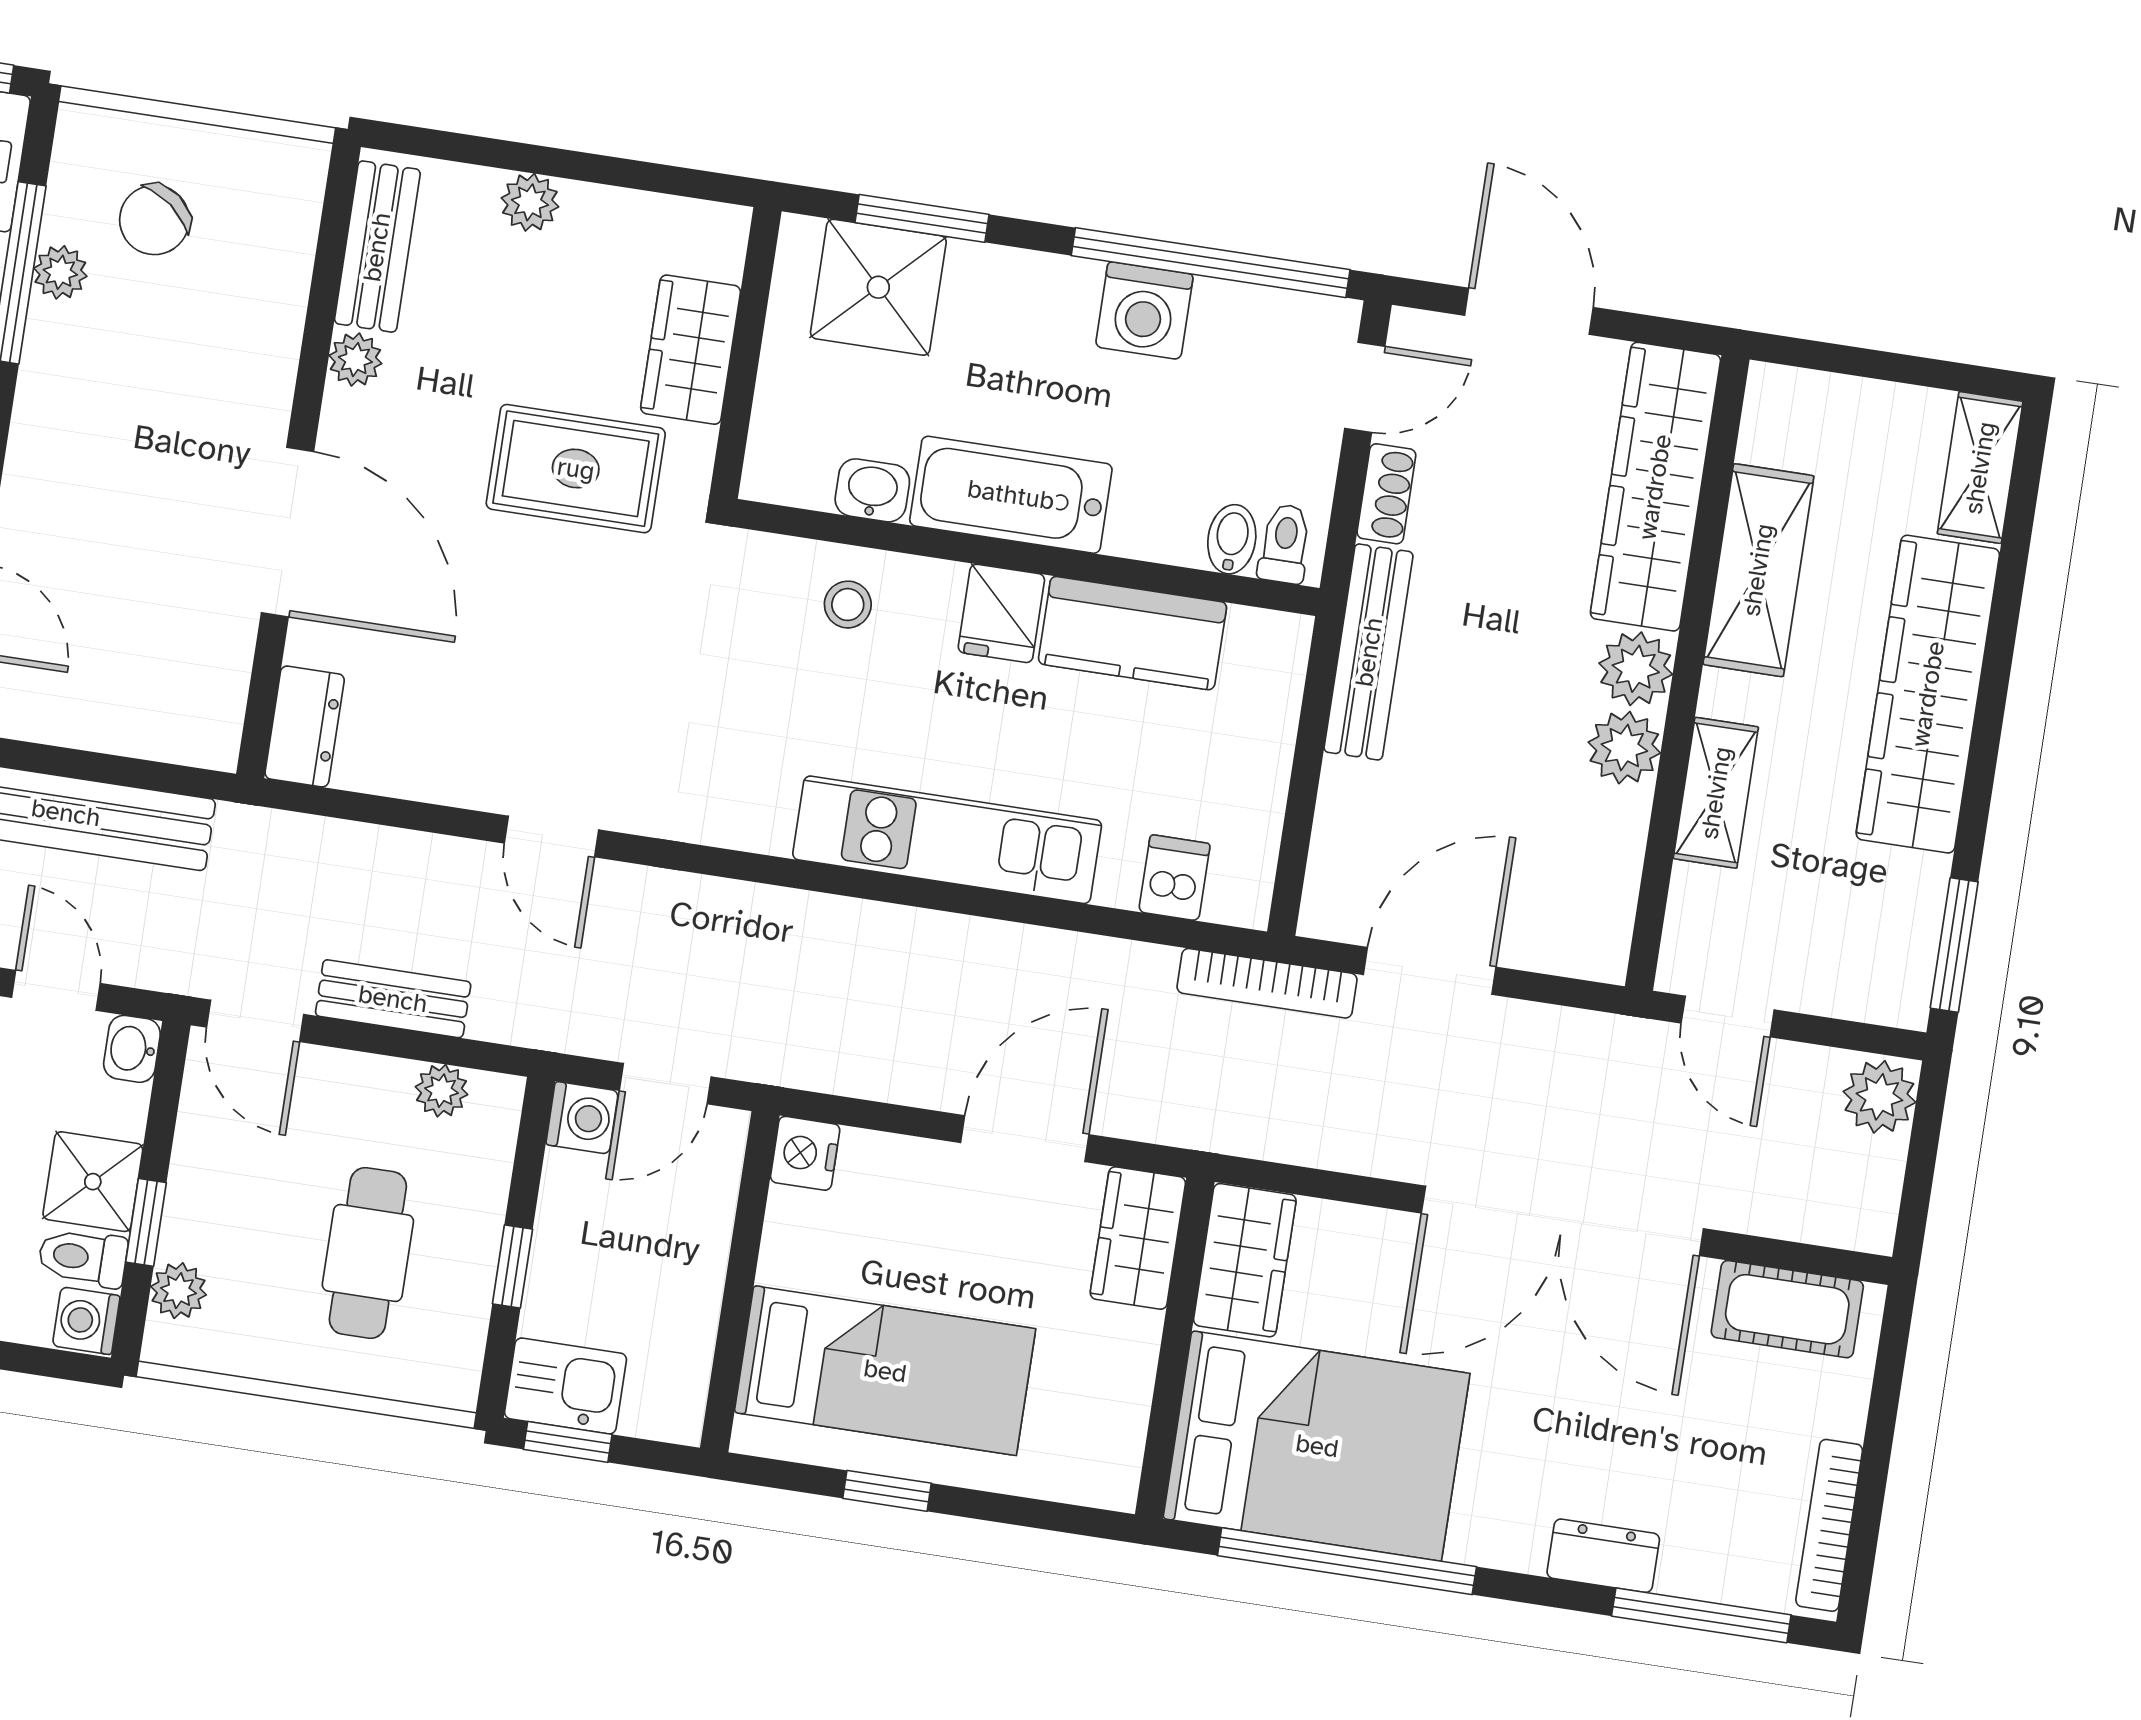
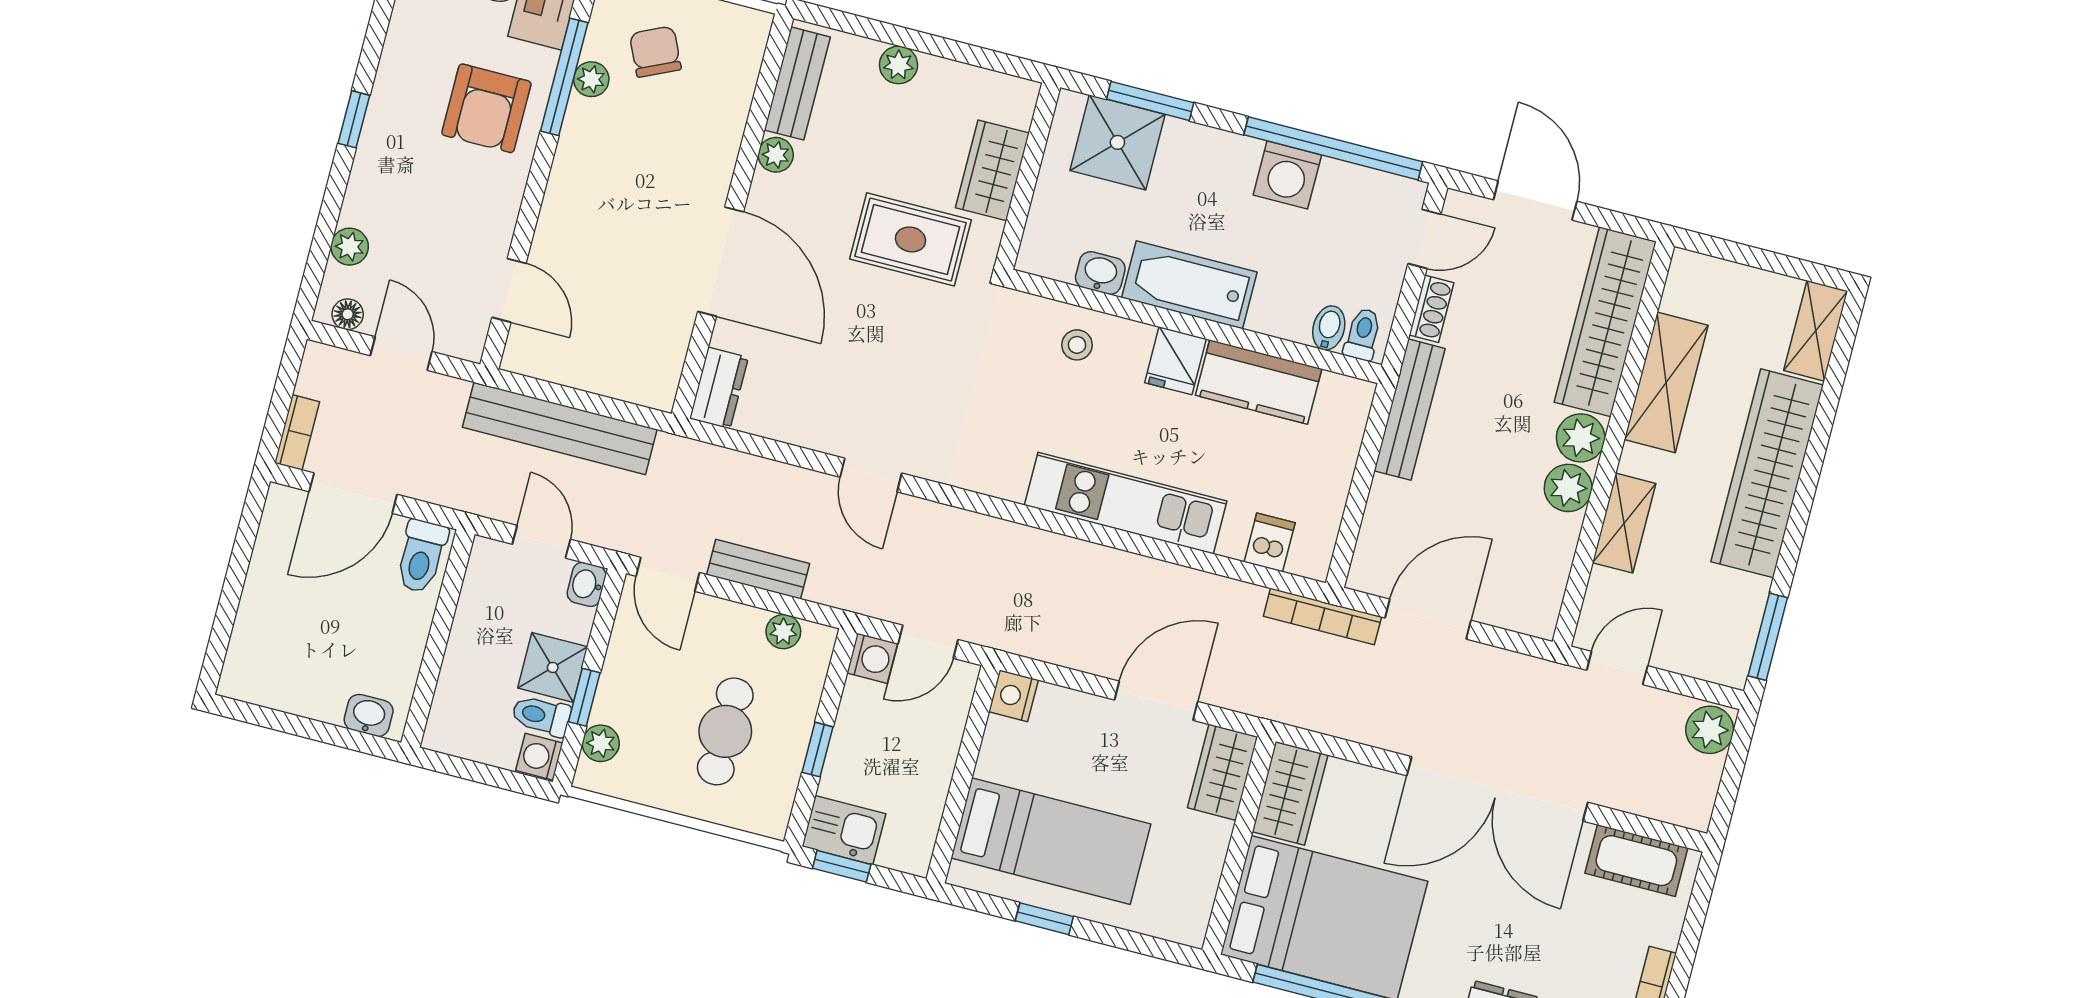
chair: (154, 220) -> (655, 52), turned 117
door: (1728, 1016) -> (1617, 668), swing flipped

